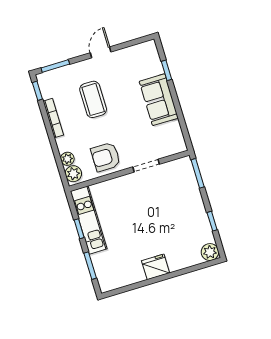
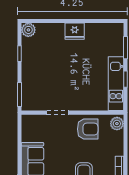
plant: (67, 159) -> (118, 137), removed

